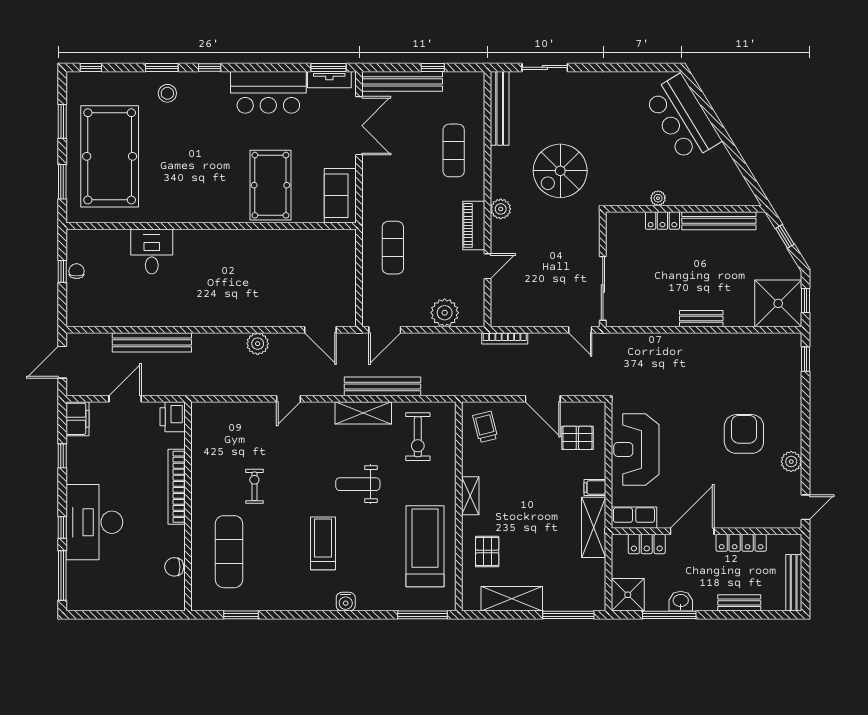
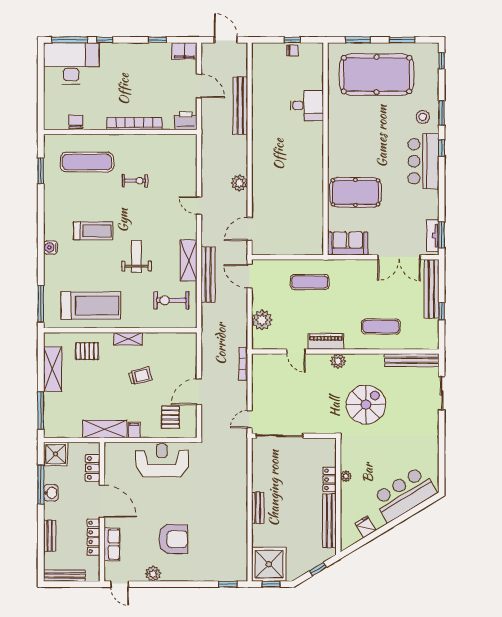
bar counter: (268, 92) -> (423, 161), moved
spiral stairs: (560, 171) -> (366, 405), turned 90
fridge: (727, 171) -> (365, 527), added
trolley: (485, 427) -> (140, 376), moved
row of seats: (634, 518) -> (112, 544), moved
desk: (94, 522) -> (71, 63), moved

